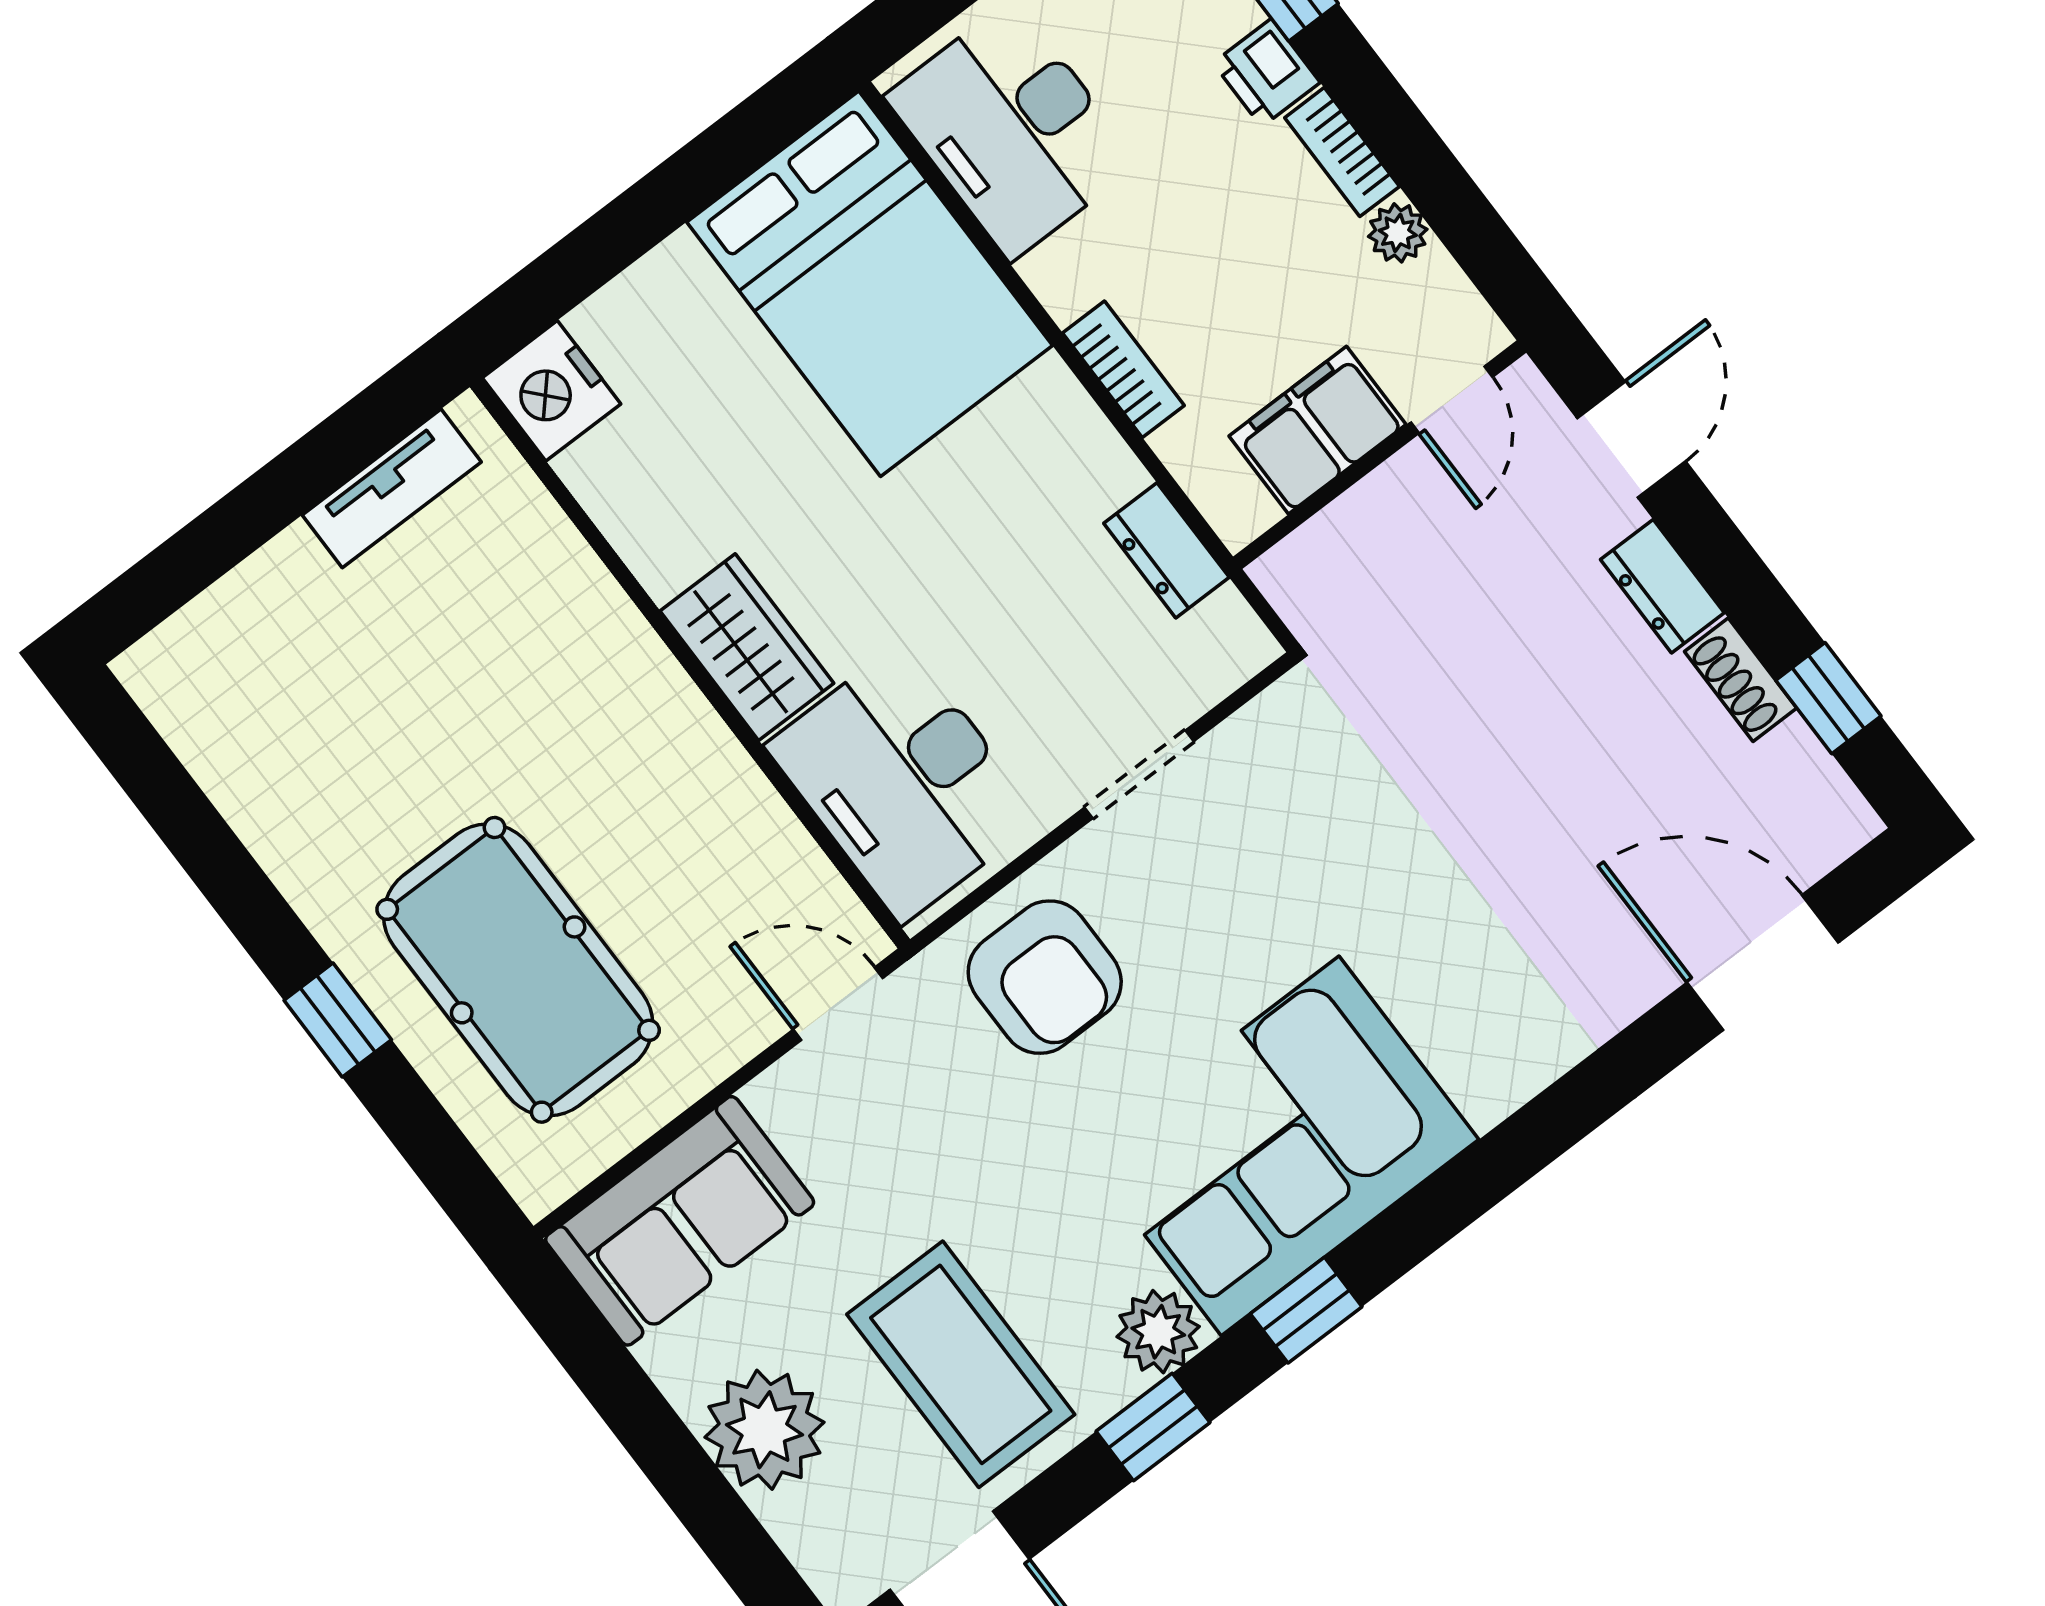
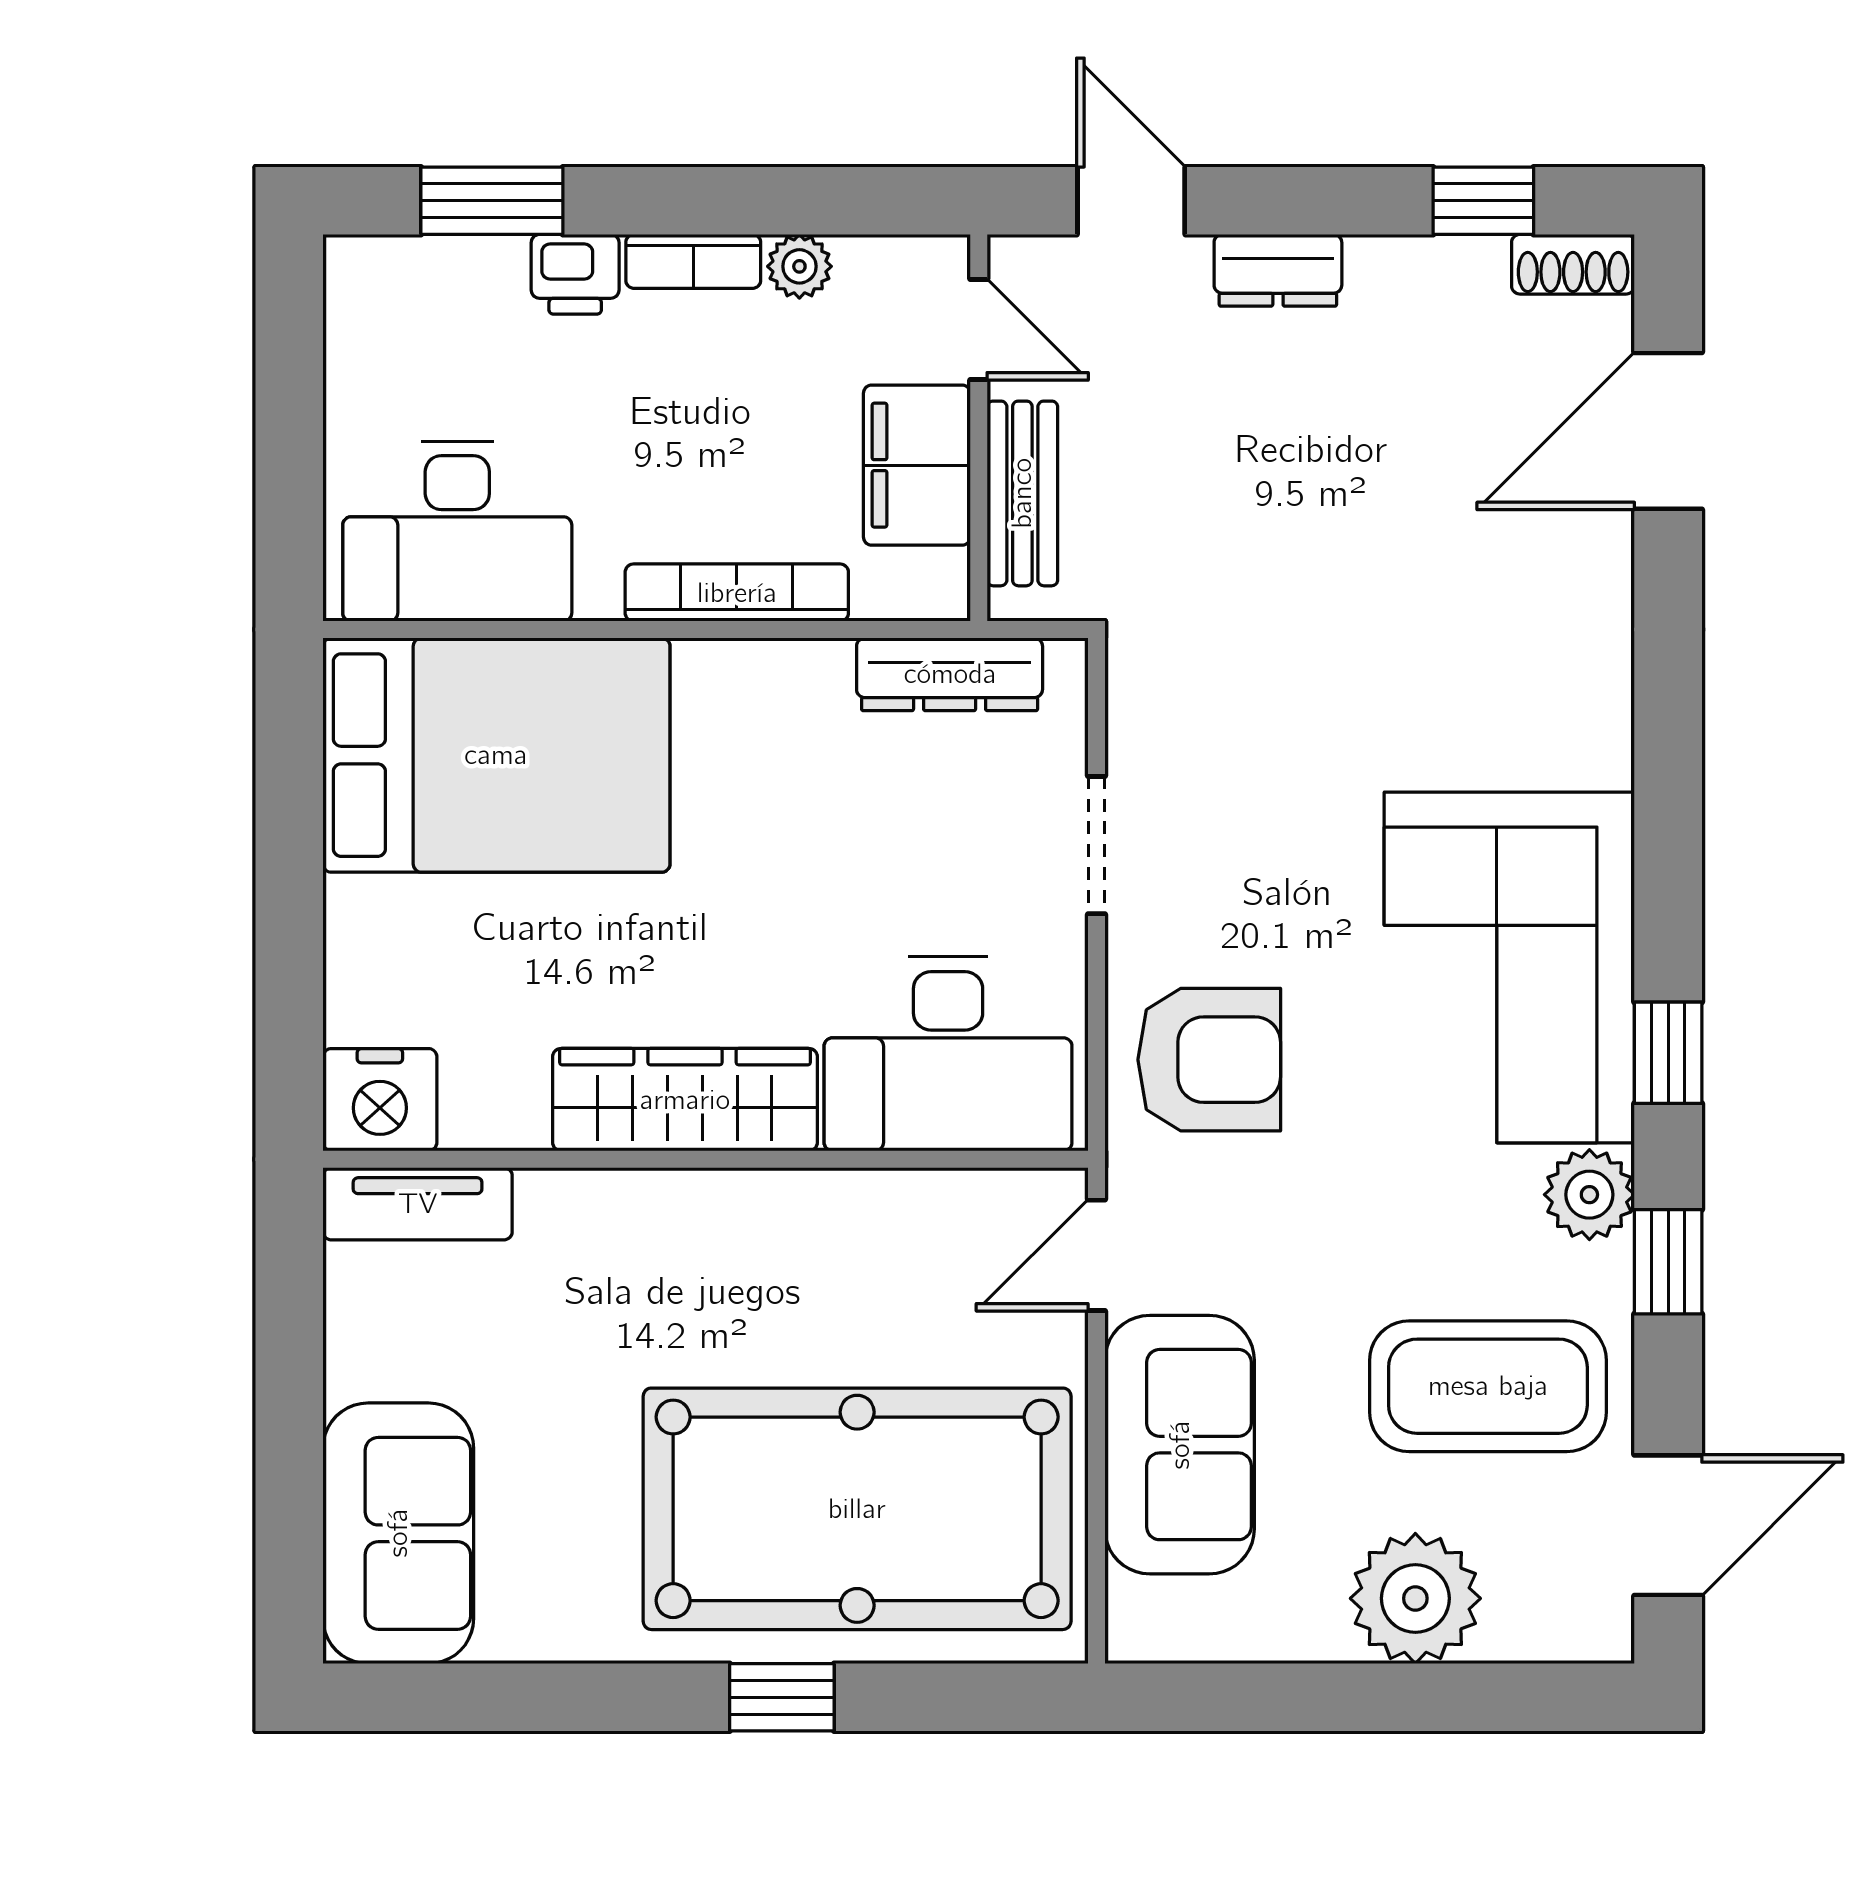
bookcase: (1123, 369) -> (737, 593), width x1.56
tv unit: (392, 488) -> (418, 1204), moved, turned 90
bench: (1356, 523) -> (1022, 493), added
dresser: (1166, 550) -> (950, 674), width x1.44
sofa: (244, 647) -> (398, 1533), added
wardrobe: (747, 647) -> (685, 1100), width x1.50
shoe rack: (1741, 680) -> (1573, 264), moved
pool table: (518, 970) -> (857, 1509), width x1.36, depth x1.32
sofa: (680, 1221) -> (1180, 1445), moved

